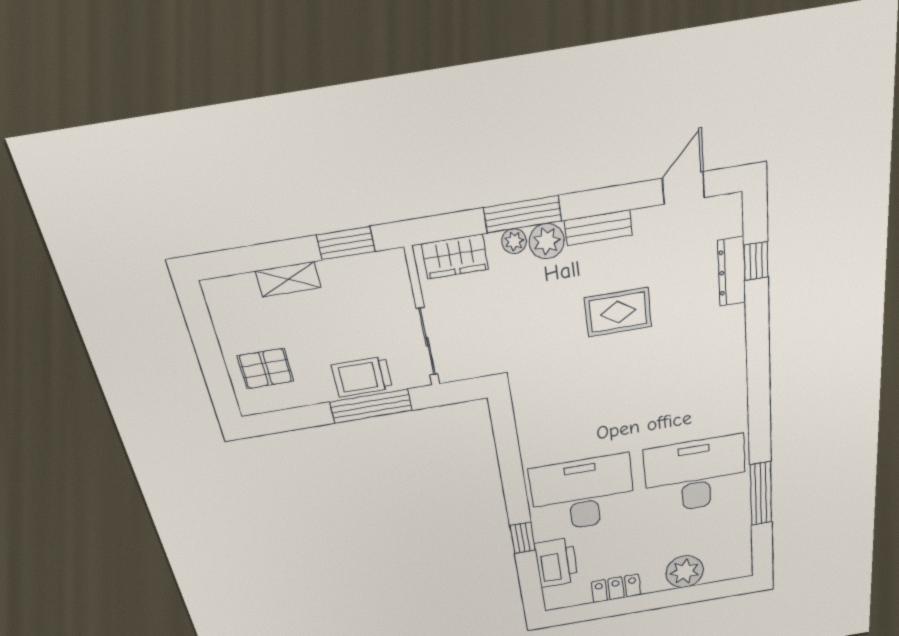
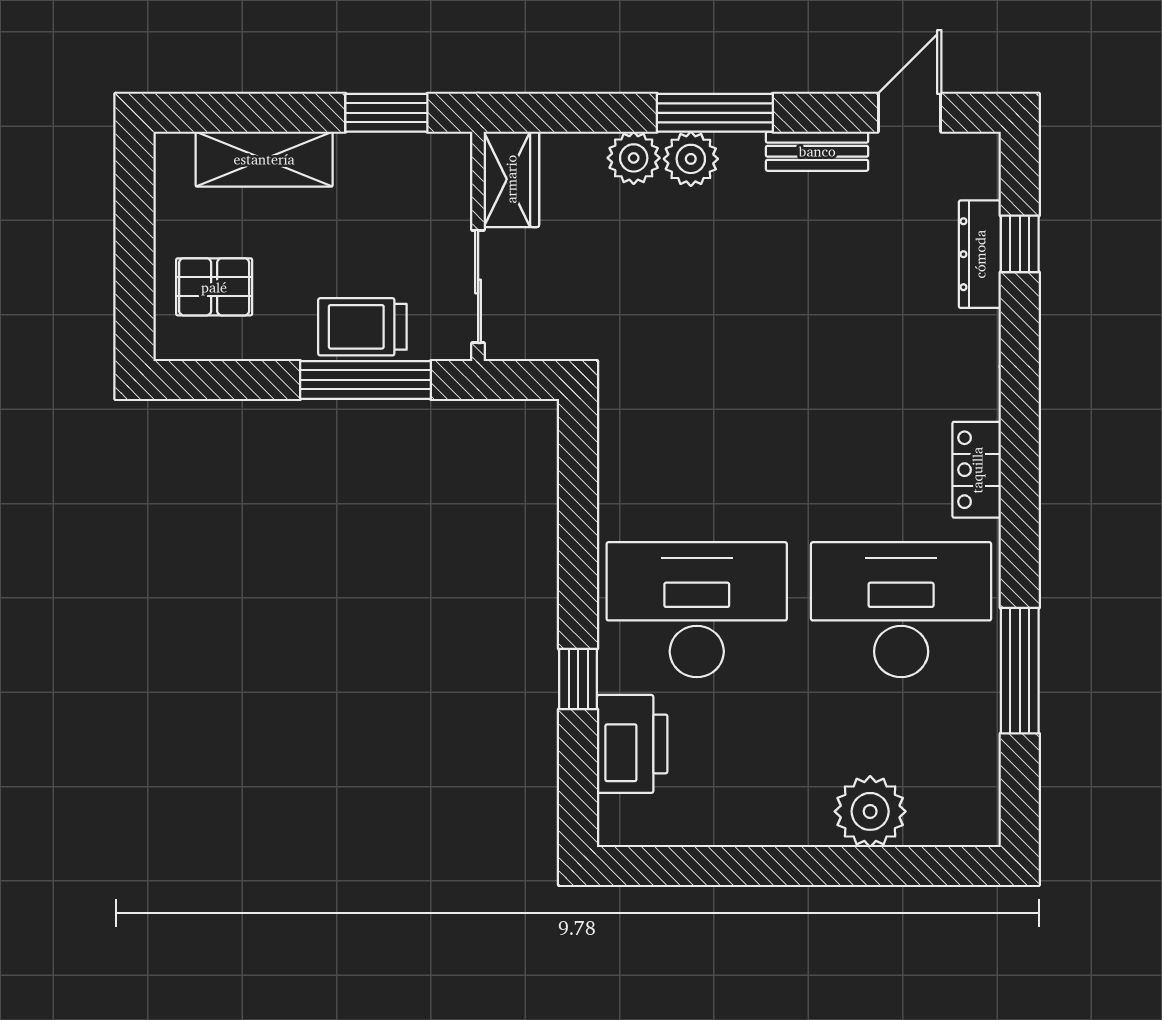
window: (523, 214) -> (715, 113), moved
bench: (598, 228) -> (817, 151), moved
plant: (514, 241) -> (634, 158), width x1.38, depth x1.38
wardrobe: (455, 257) -> (511, 179), moved, turned -90
shelving: (288, 279) -> (264, 159), width x1.50, depth x1.33
rug: (618, 312) -> (791, 290), removed
locker: (616, 588) -> (977, 470), moved, turned -90

